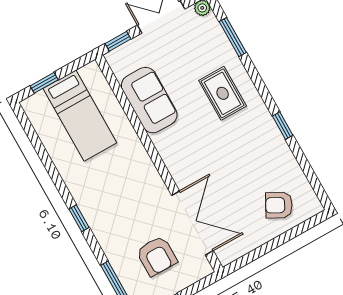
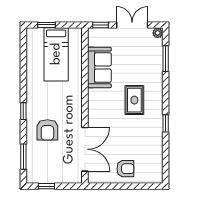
rug: (223, 93) -> (134, 100), moved
armchair: (279, 205) -> (125, 169), moved, turned 152
armchair: (157, 256) -> (47, 130), moved

